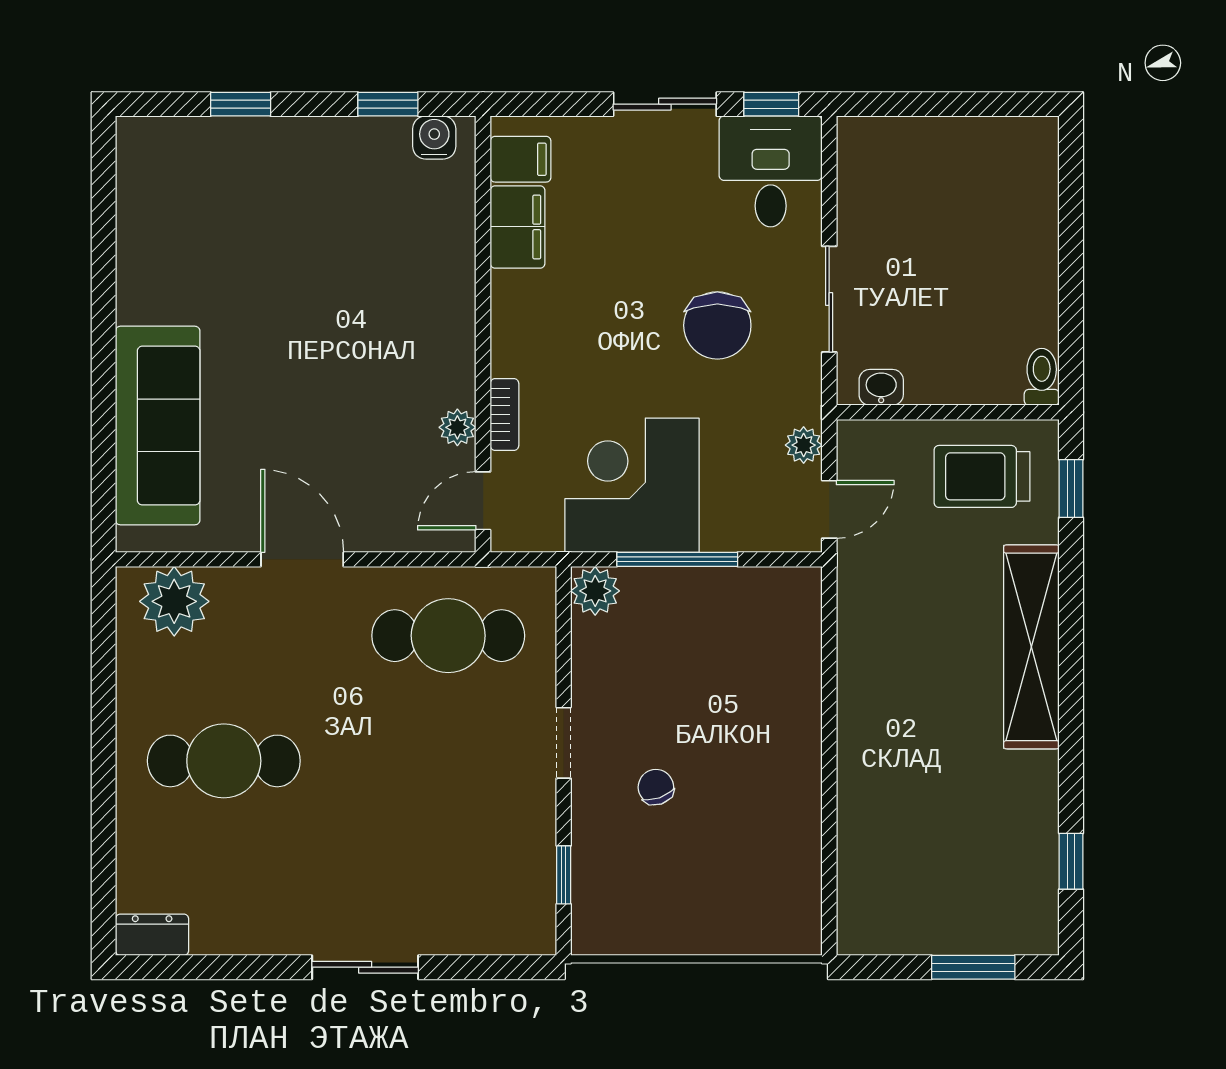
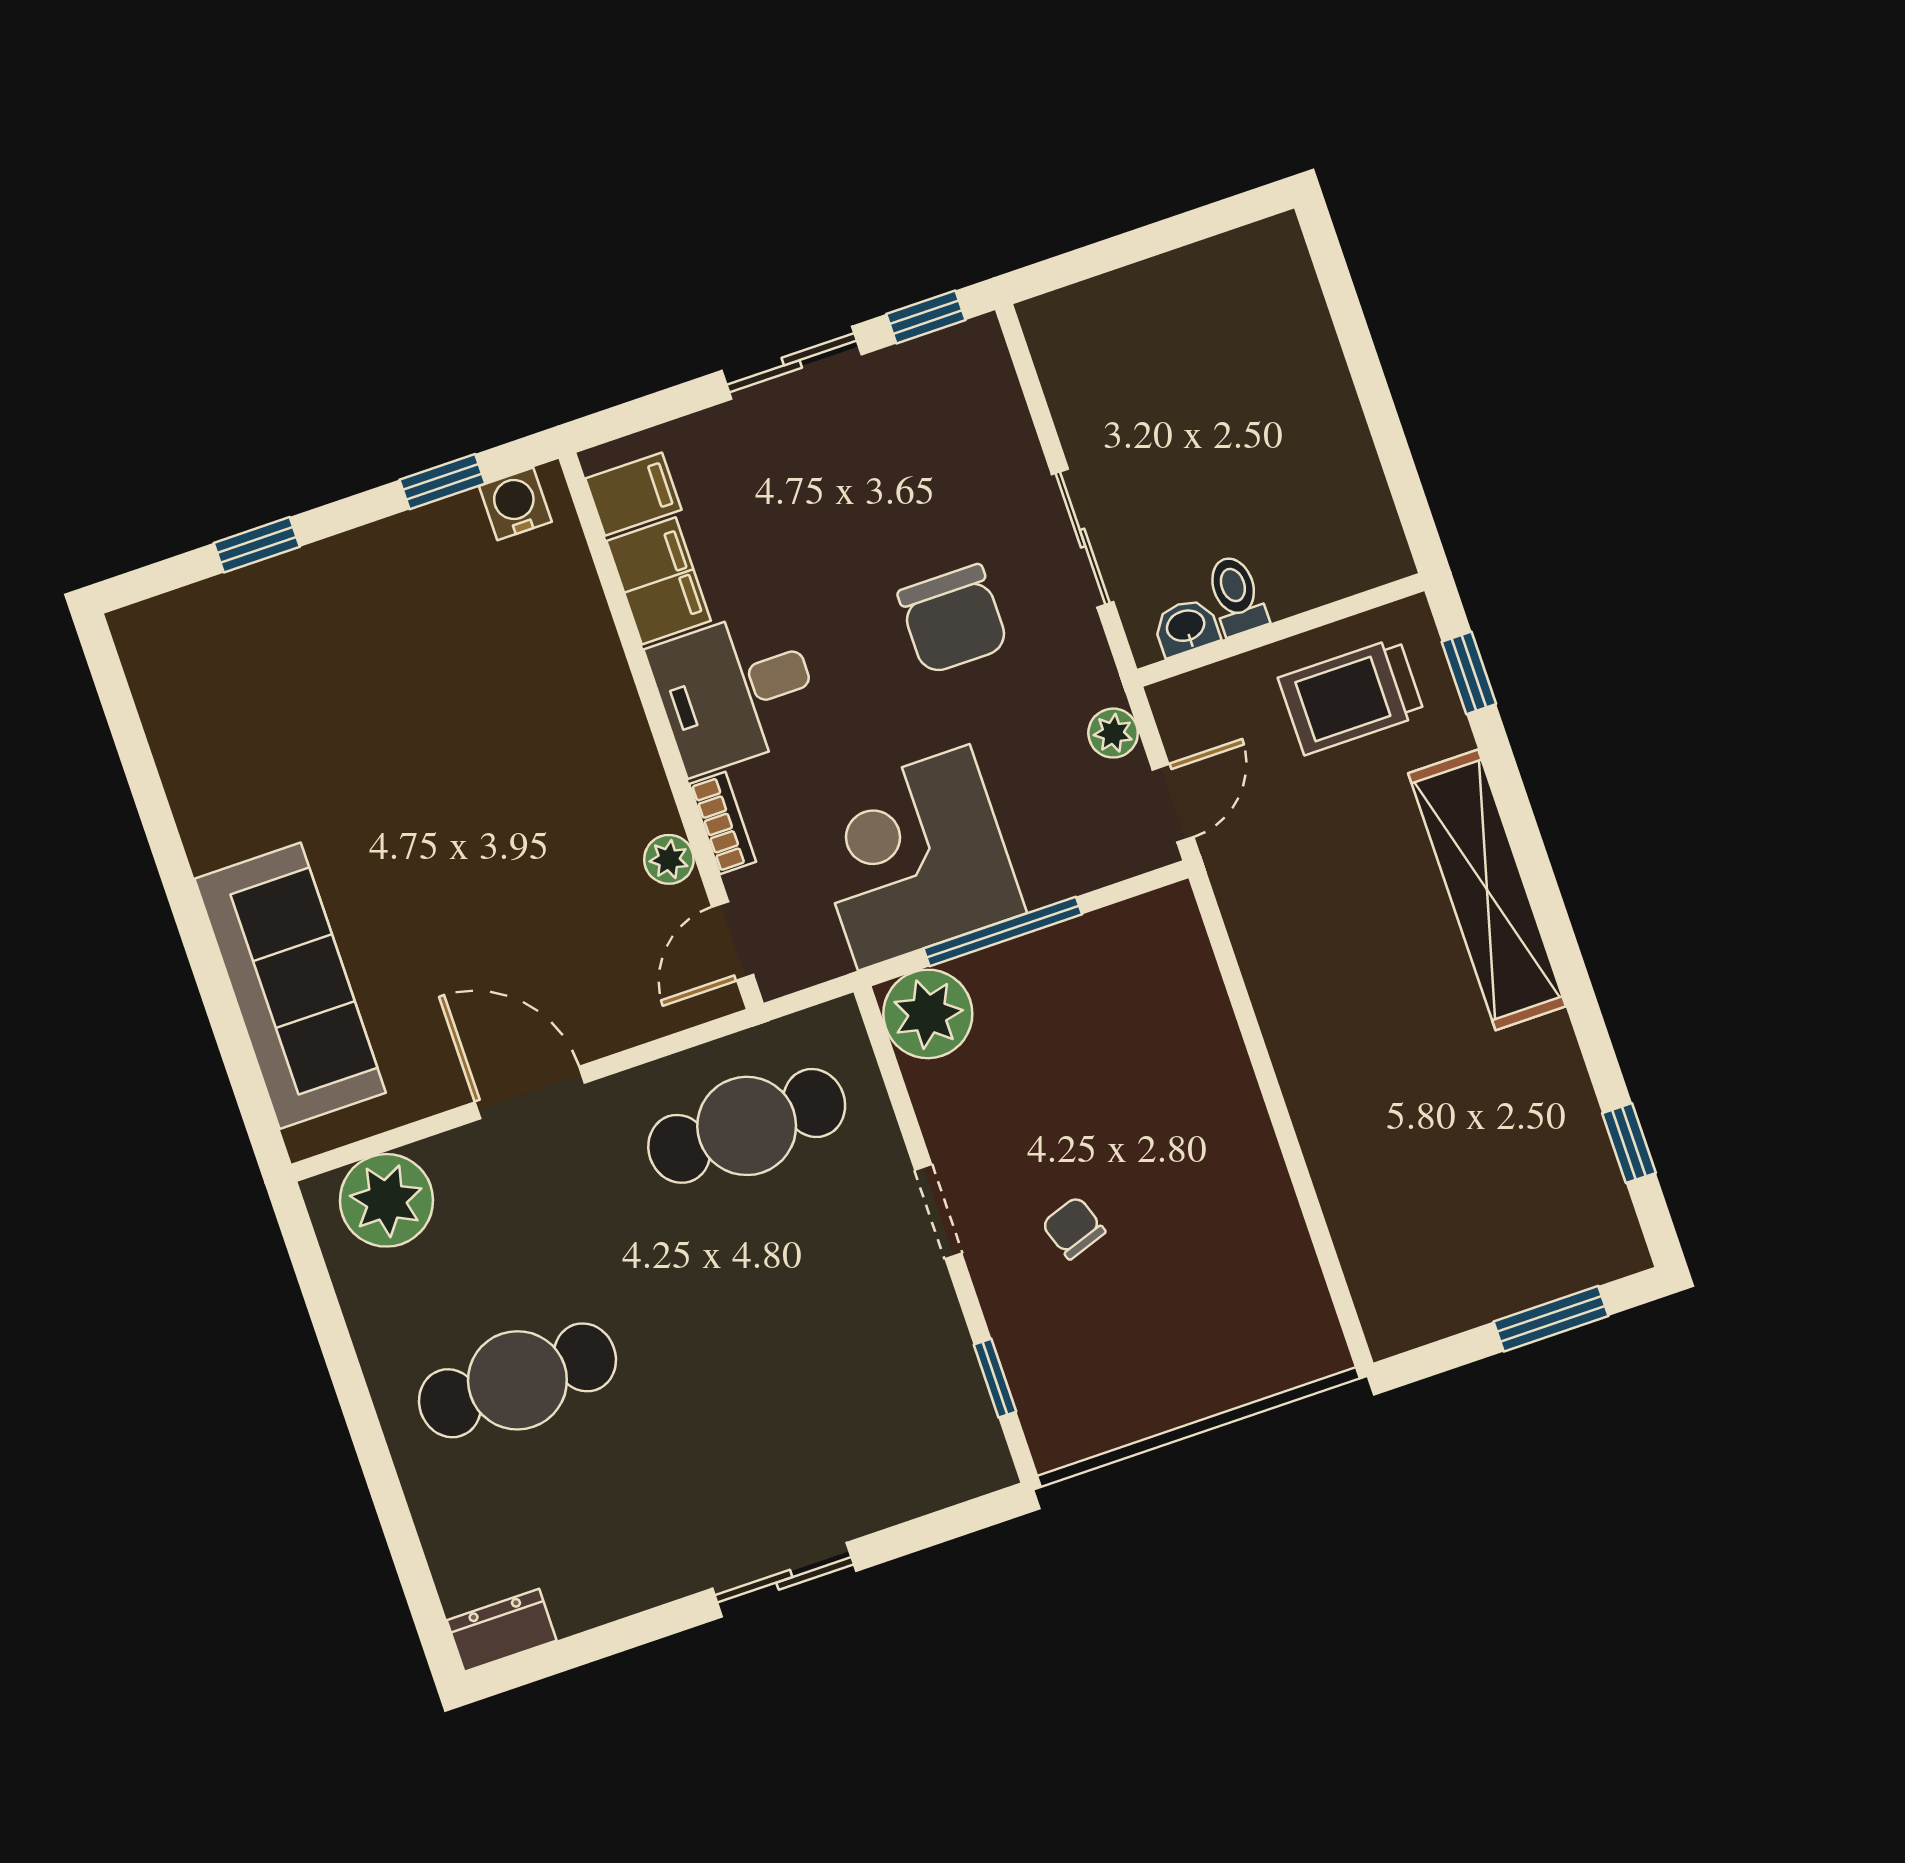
desk: (771, 171) -> (736, 690), moved, turned -90
toilet: (1042, 377) -> (1236, 595), moved
plant: (595, 591) -> (928, 1014), width x1.36, depth x1.36

